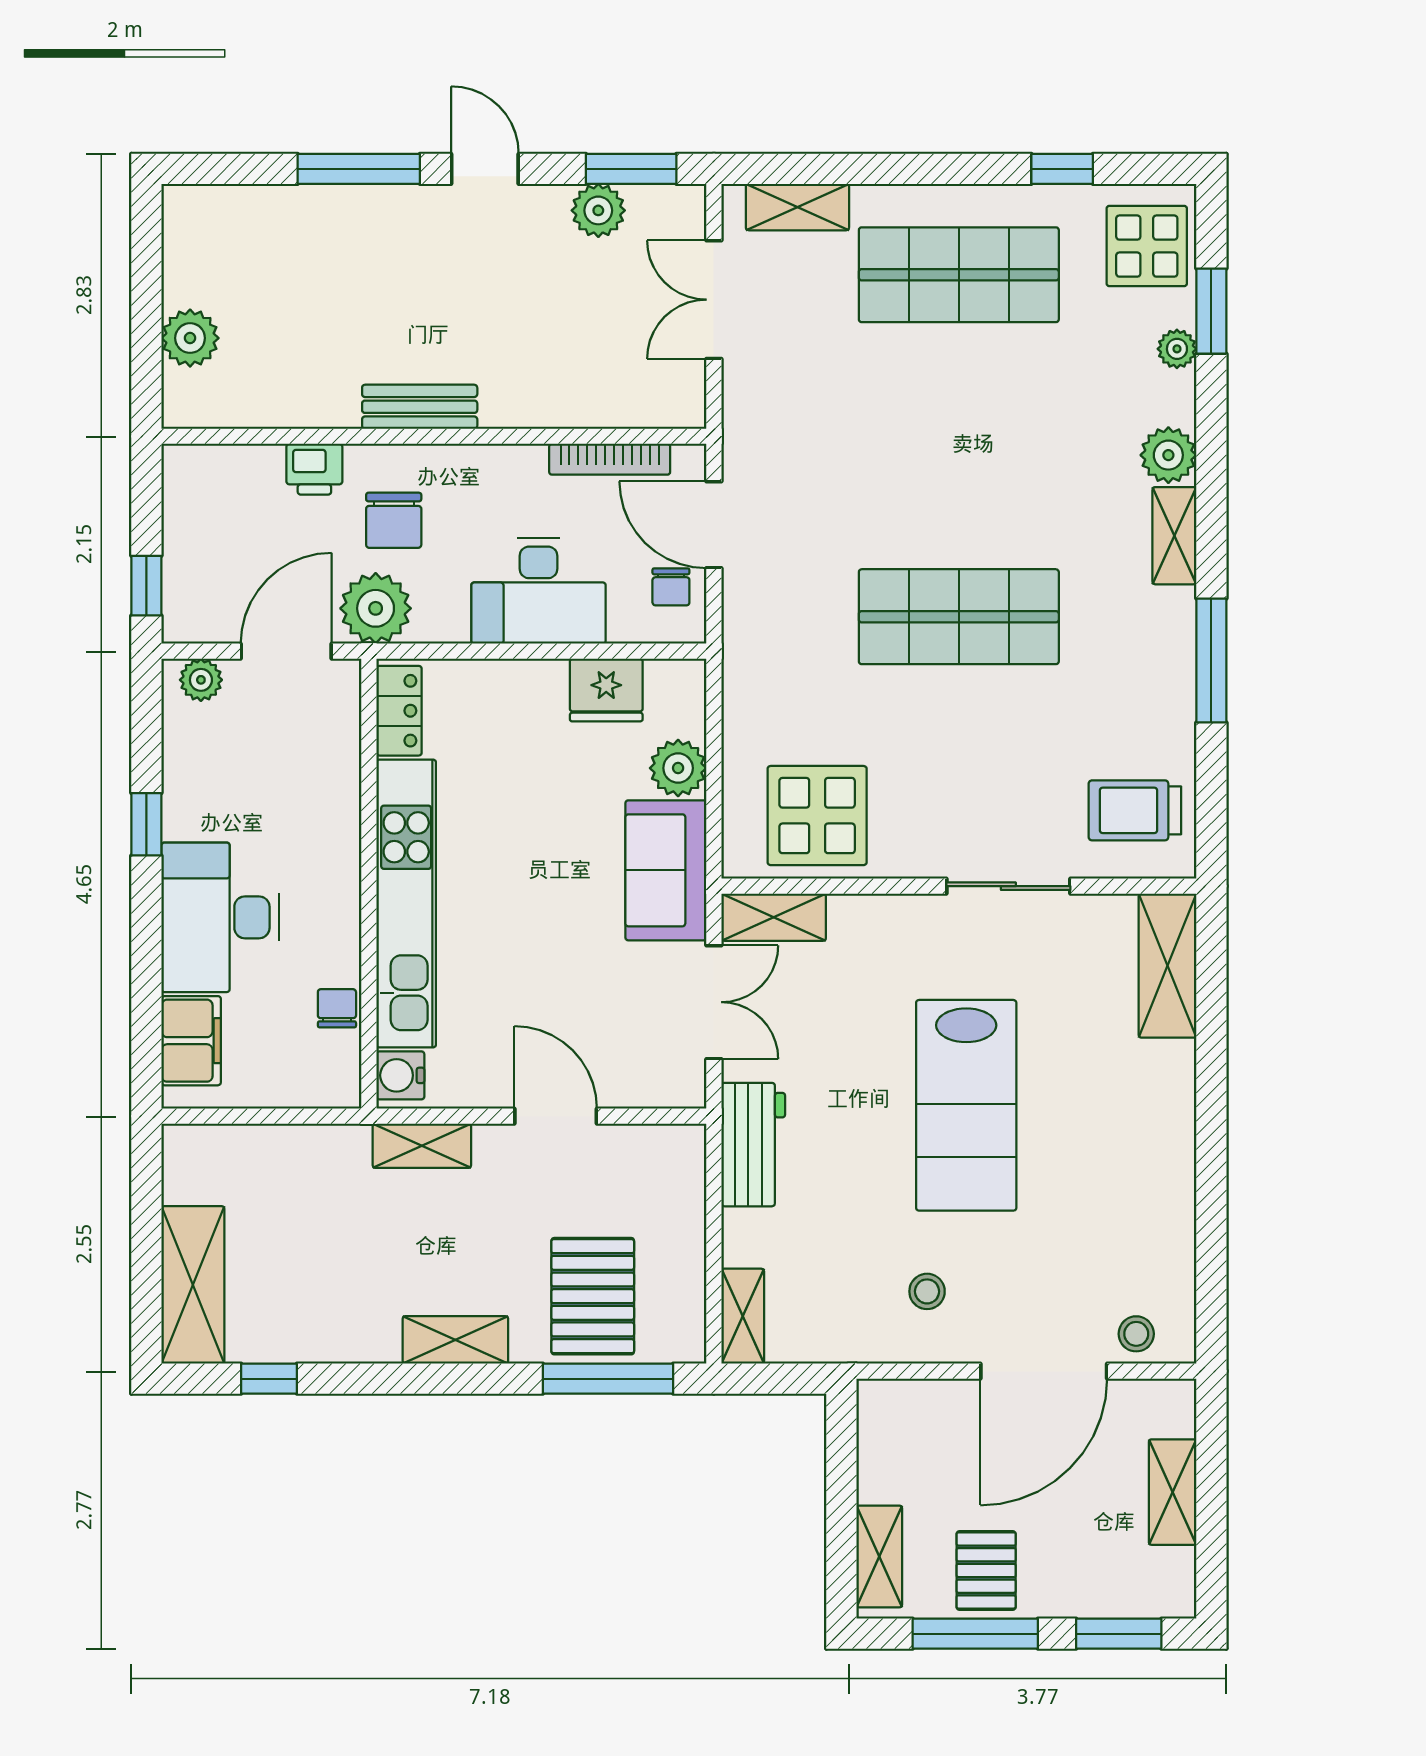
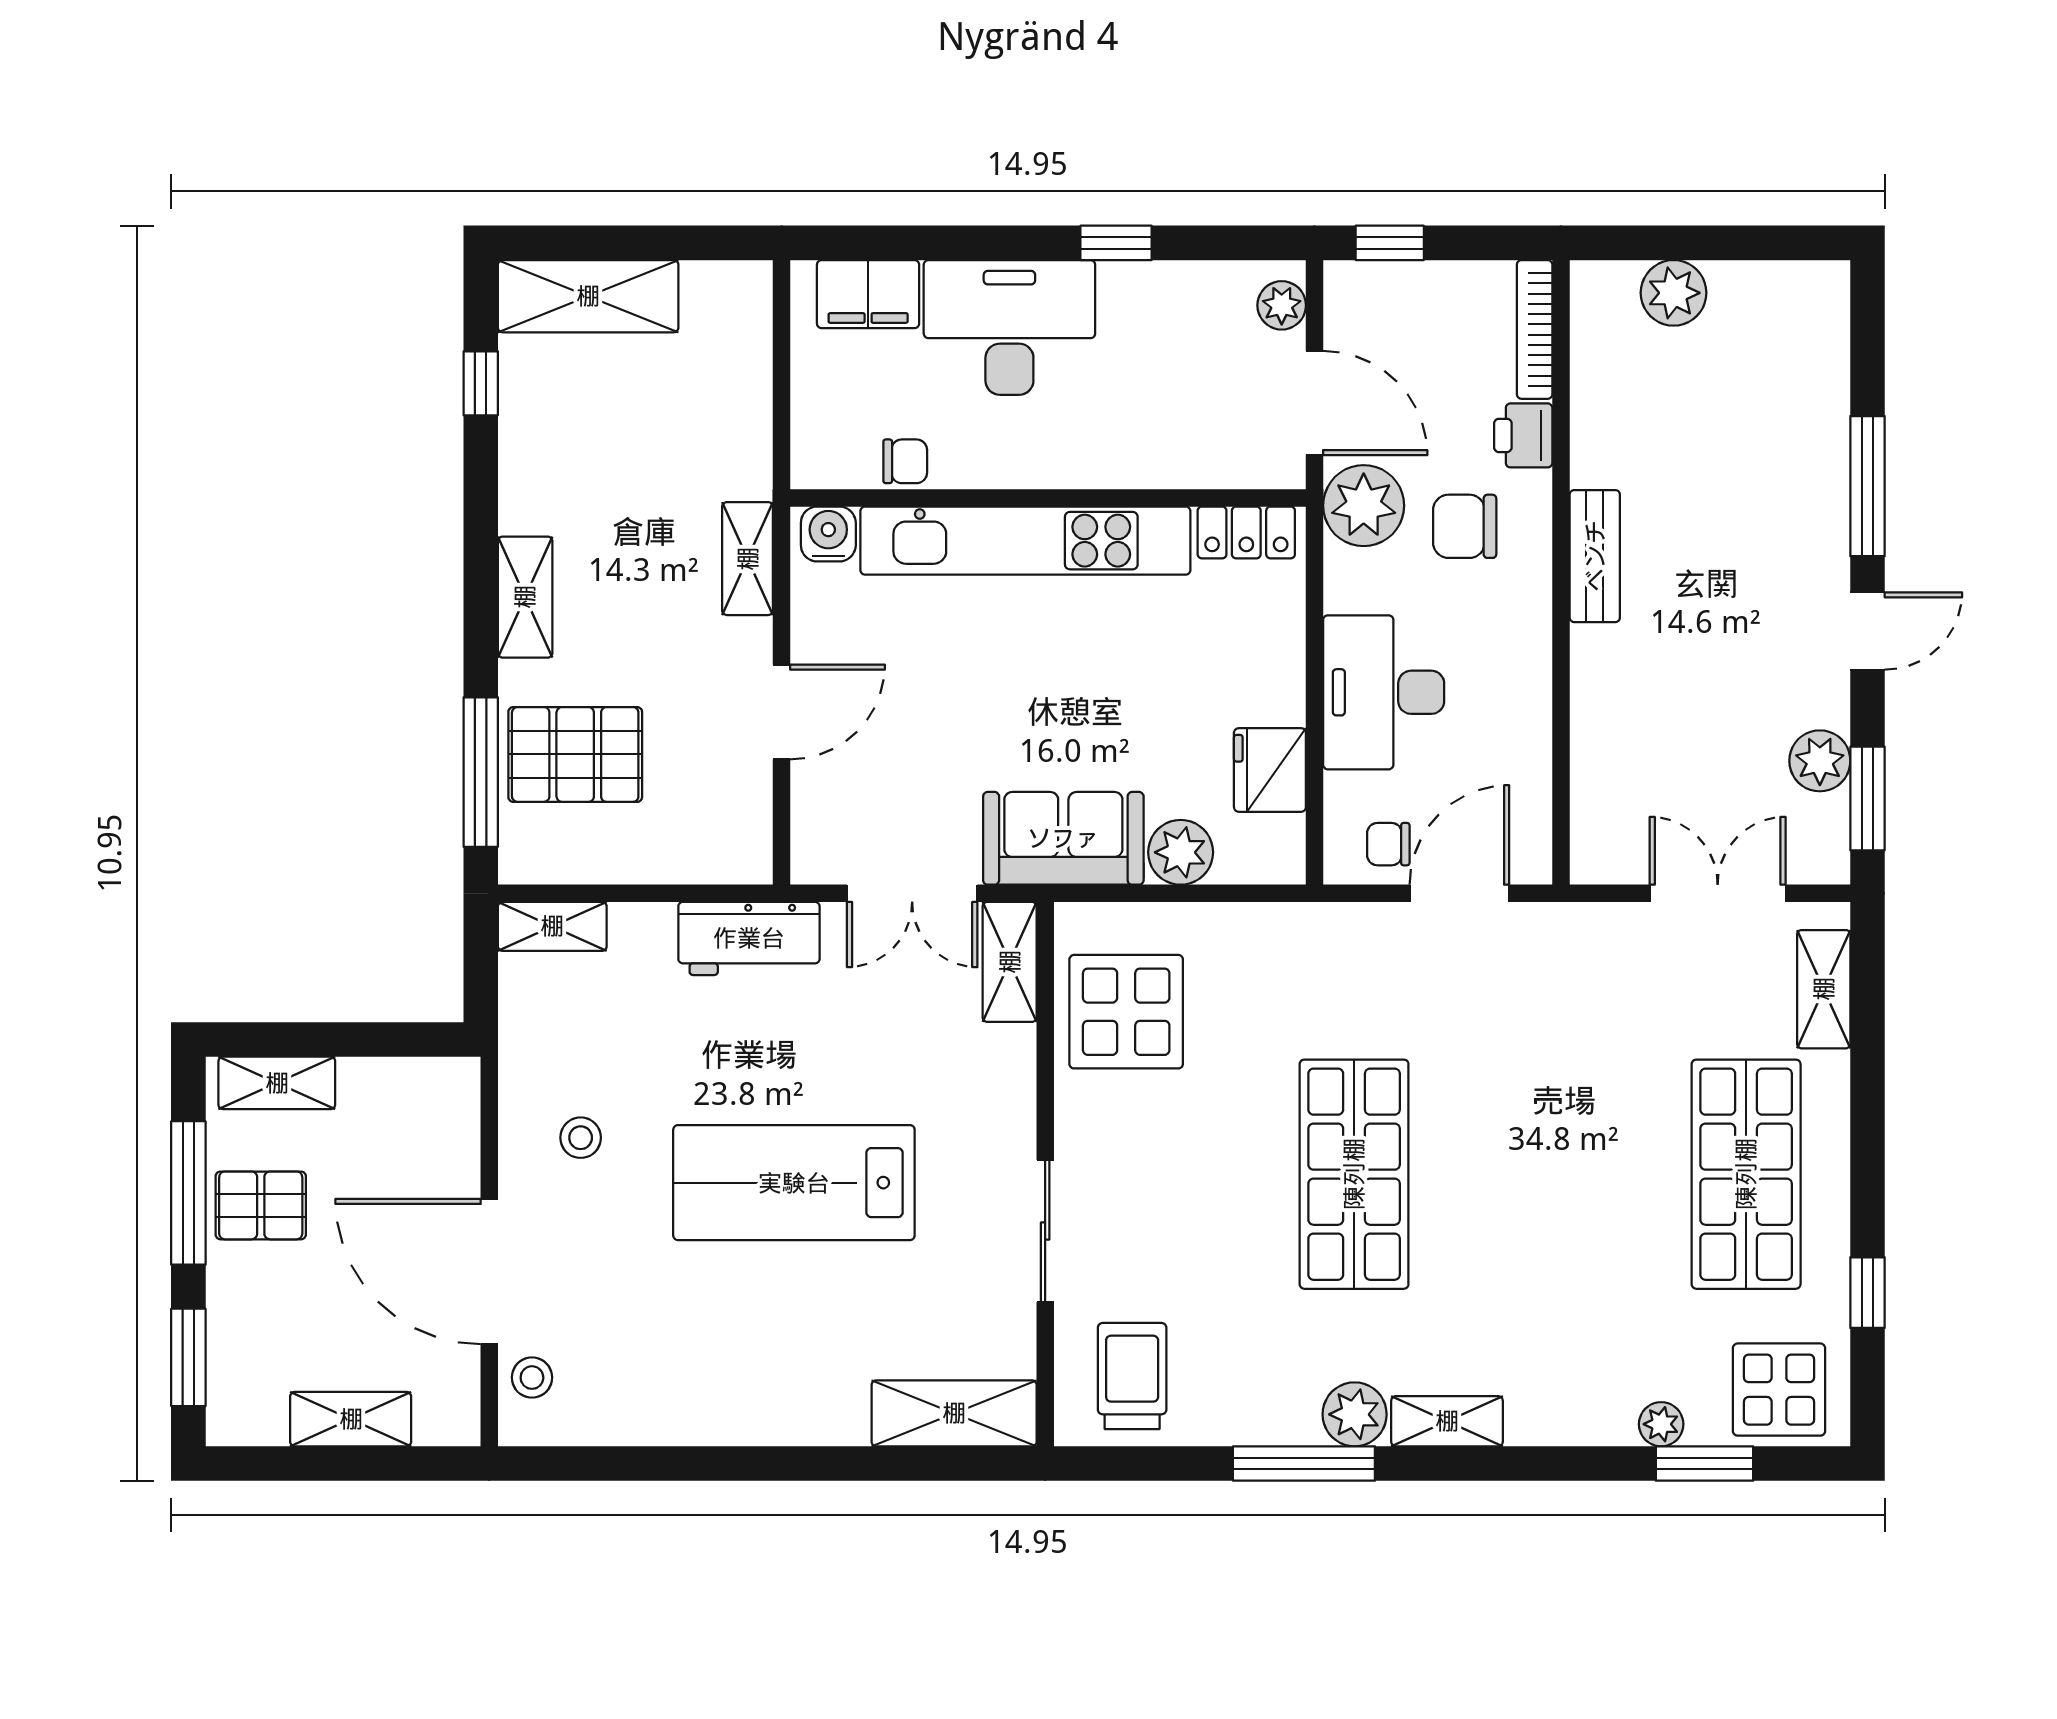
plant: (1168, 455) -> (1355, 1414), moved
bookcase: (610, 459) -> (1535, 329), moved

